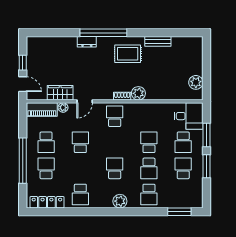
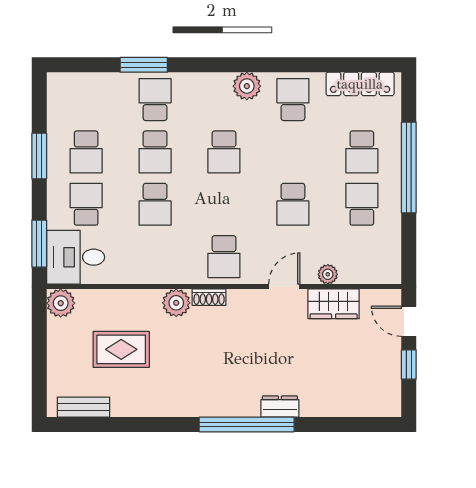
bench: (158, 41) -> (83, 407), moved
rug: (128, 54) -> (121, 349), moved
plant: (196, 82) -> (61, 303), moved
piano: (42, 110) -> (370, 270), removed
window: (207, 135) -> (39, 244), moved
school desk: (149, 168) -> (155, 152), turned 180
plant: (120, 201) -> (247, 86), moved
window: (179, 212) -> (144, 65), moved

